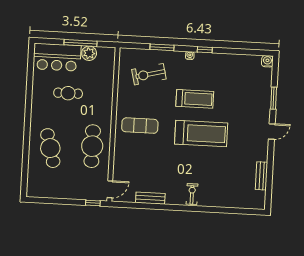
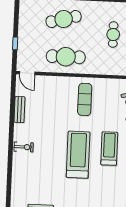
treadmill: (195, 99) -> (109, 149), turned 180
treadmill: (201, 134) -> (78, 155), turned 180
window: (93, 203) -> (15, 43), moved

